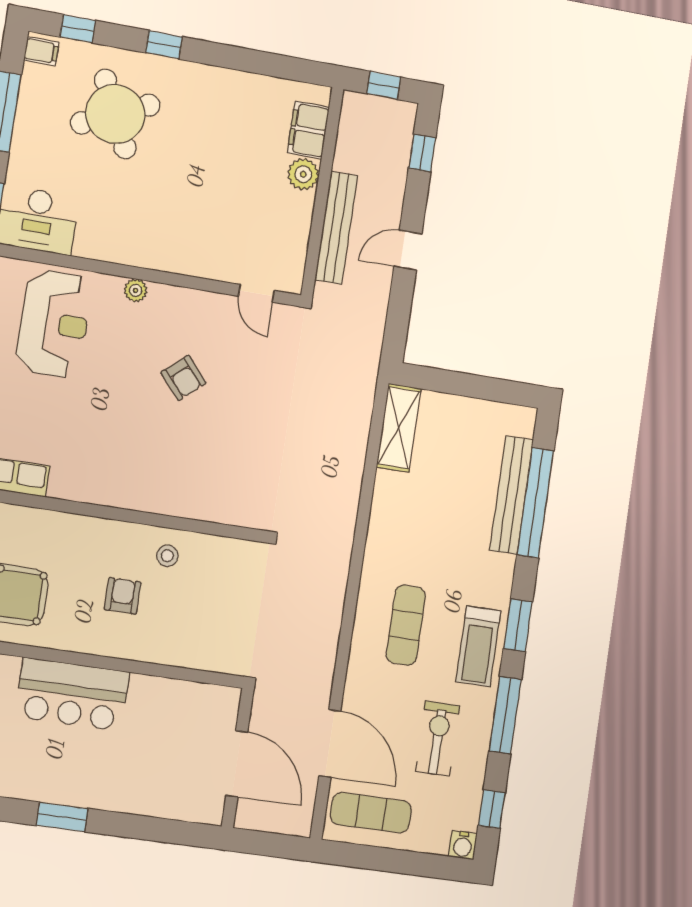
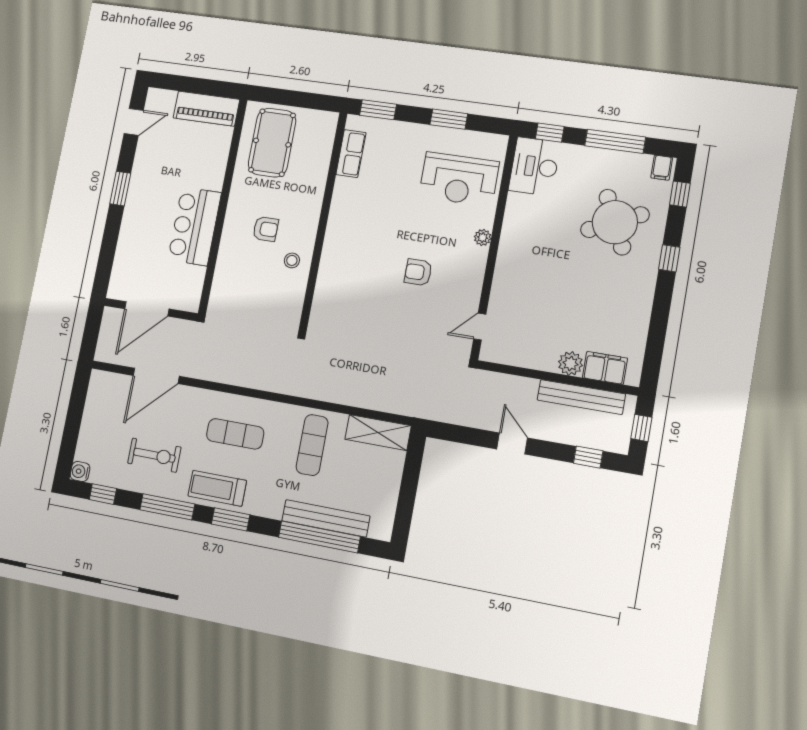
bench: (336, 228) -> (581, 397), moved
armchair: (183, 378) -> (418, 272), turned 41
bar counter: (72, 694) -> (195, 226), moved
exercise mat: (371, 813) -> (312, 445), moved

